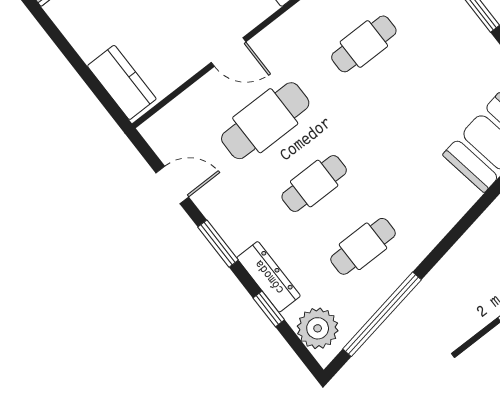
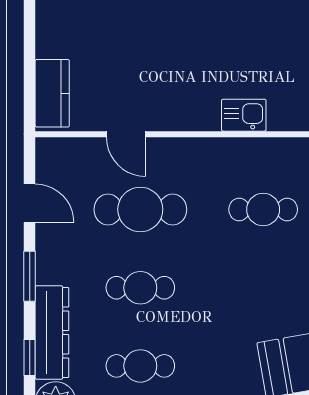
door: (229, 52) -> (126, 134), moved
dresser: (269, 277) -> (52, 333), width x1.37, depth x1.24

